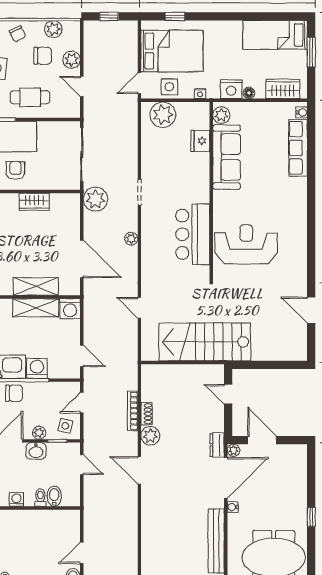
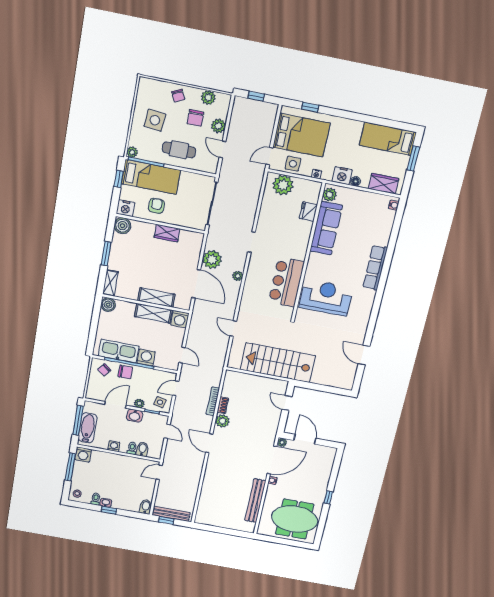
chair: (43, 56) -> (195, 118), turned 90
row of seats: (298, 148) -> (375, 268), moved
plant: (96, 199) -> (212, 259), moved
dresser: (217, 445) -> (271, 436), removed
door: (82, 553) -> (159, 472), moved

